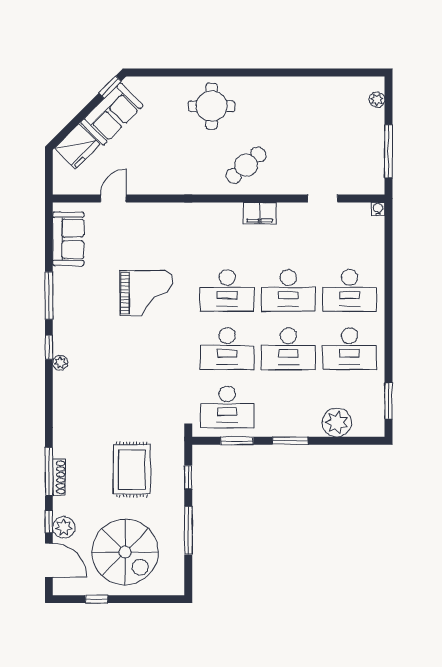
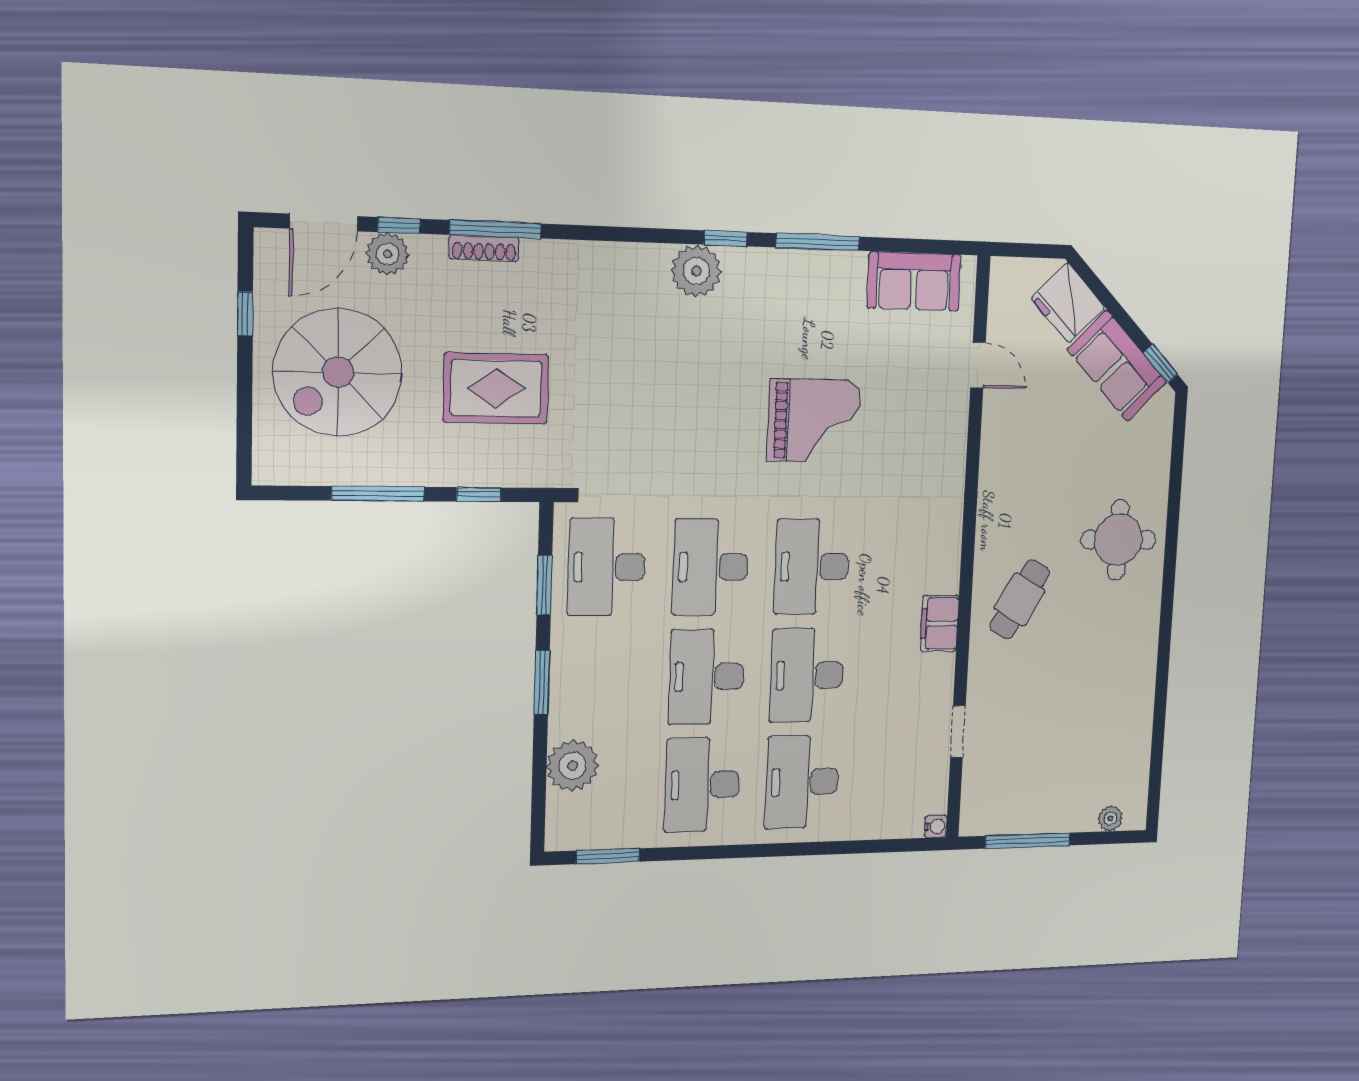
cafe table: (246, 165) -> (1020, 599), turned 71
grand piano: (146, 293) -> (814, 421), turned -90
plant: (60, 363) -> (696, 271), width x1.88, depth x1.88

